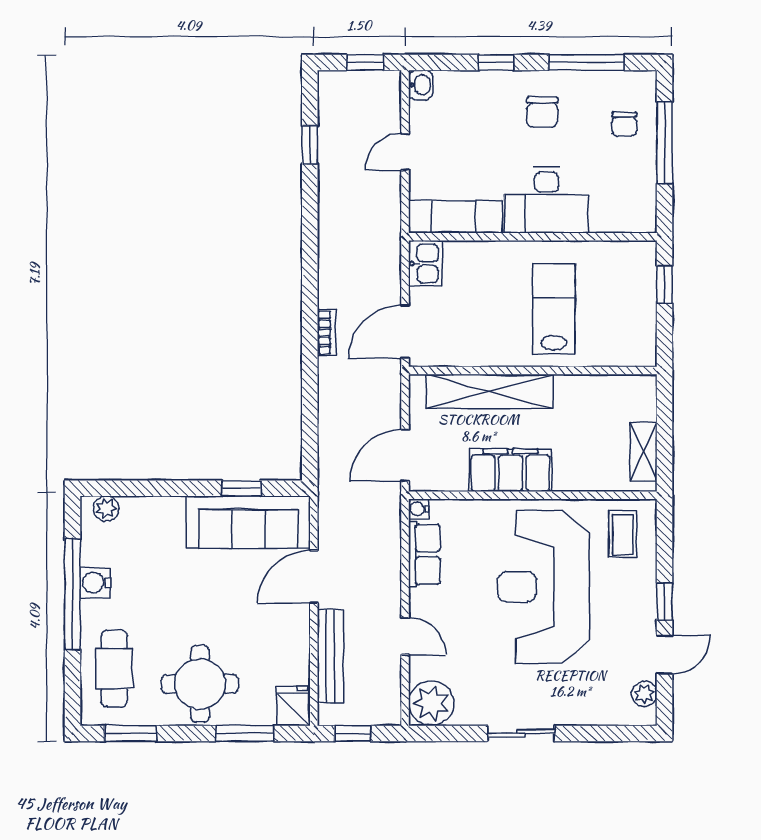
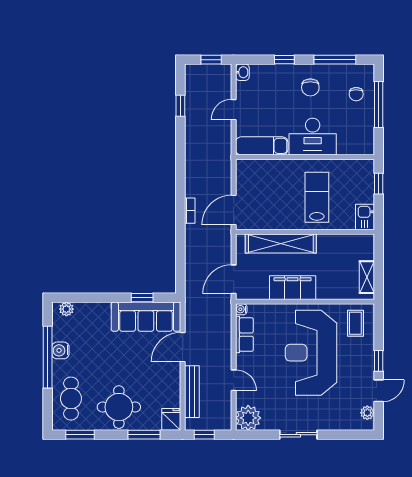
kitchen sink: (425, 263) -> (365, 217), moved, turned 180

